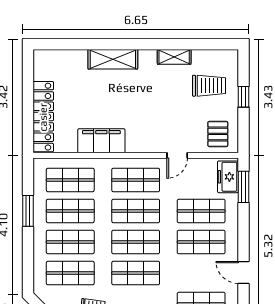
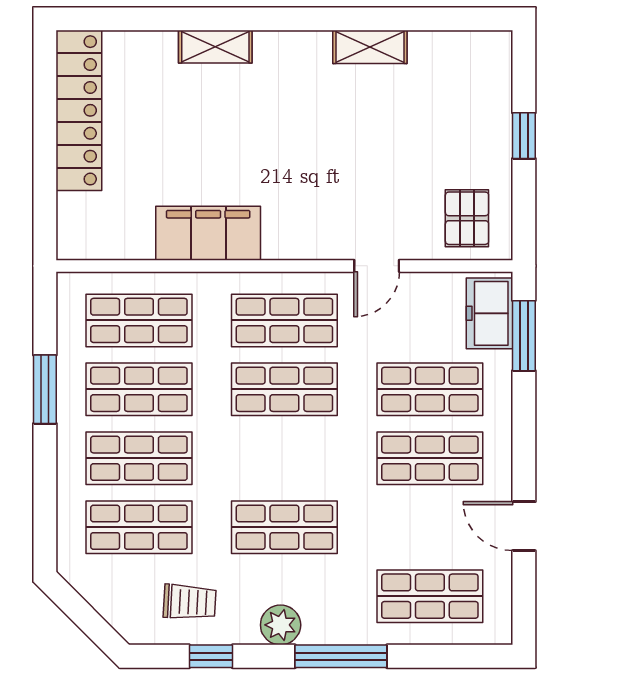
shelving: (113, 59) -> (215, 47), width x0.67, depth x0.75
trolley: (209, 86) -> (447, 111), removed
locker: (43, 117) -> (79, 110), moved
shop shelf: (136, 242) -> (284, 458), removed

